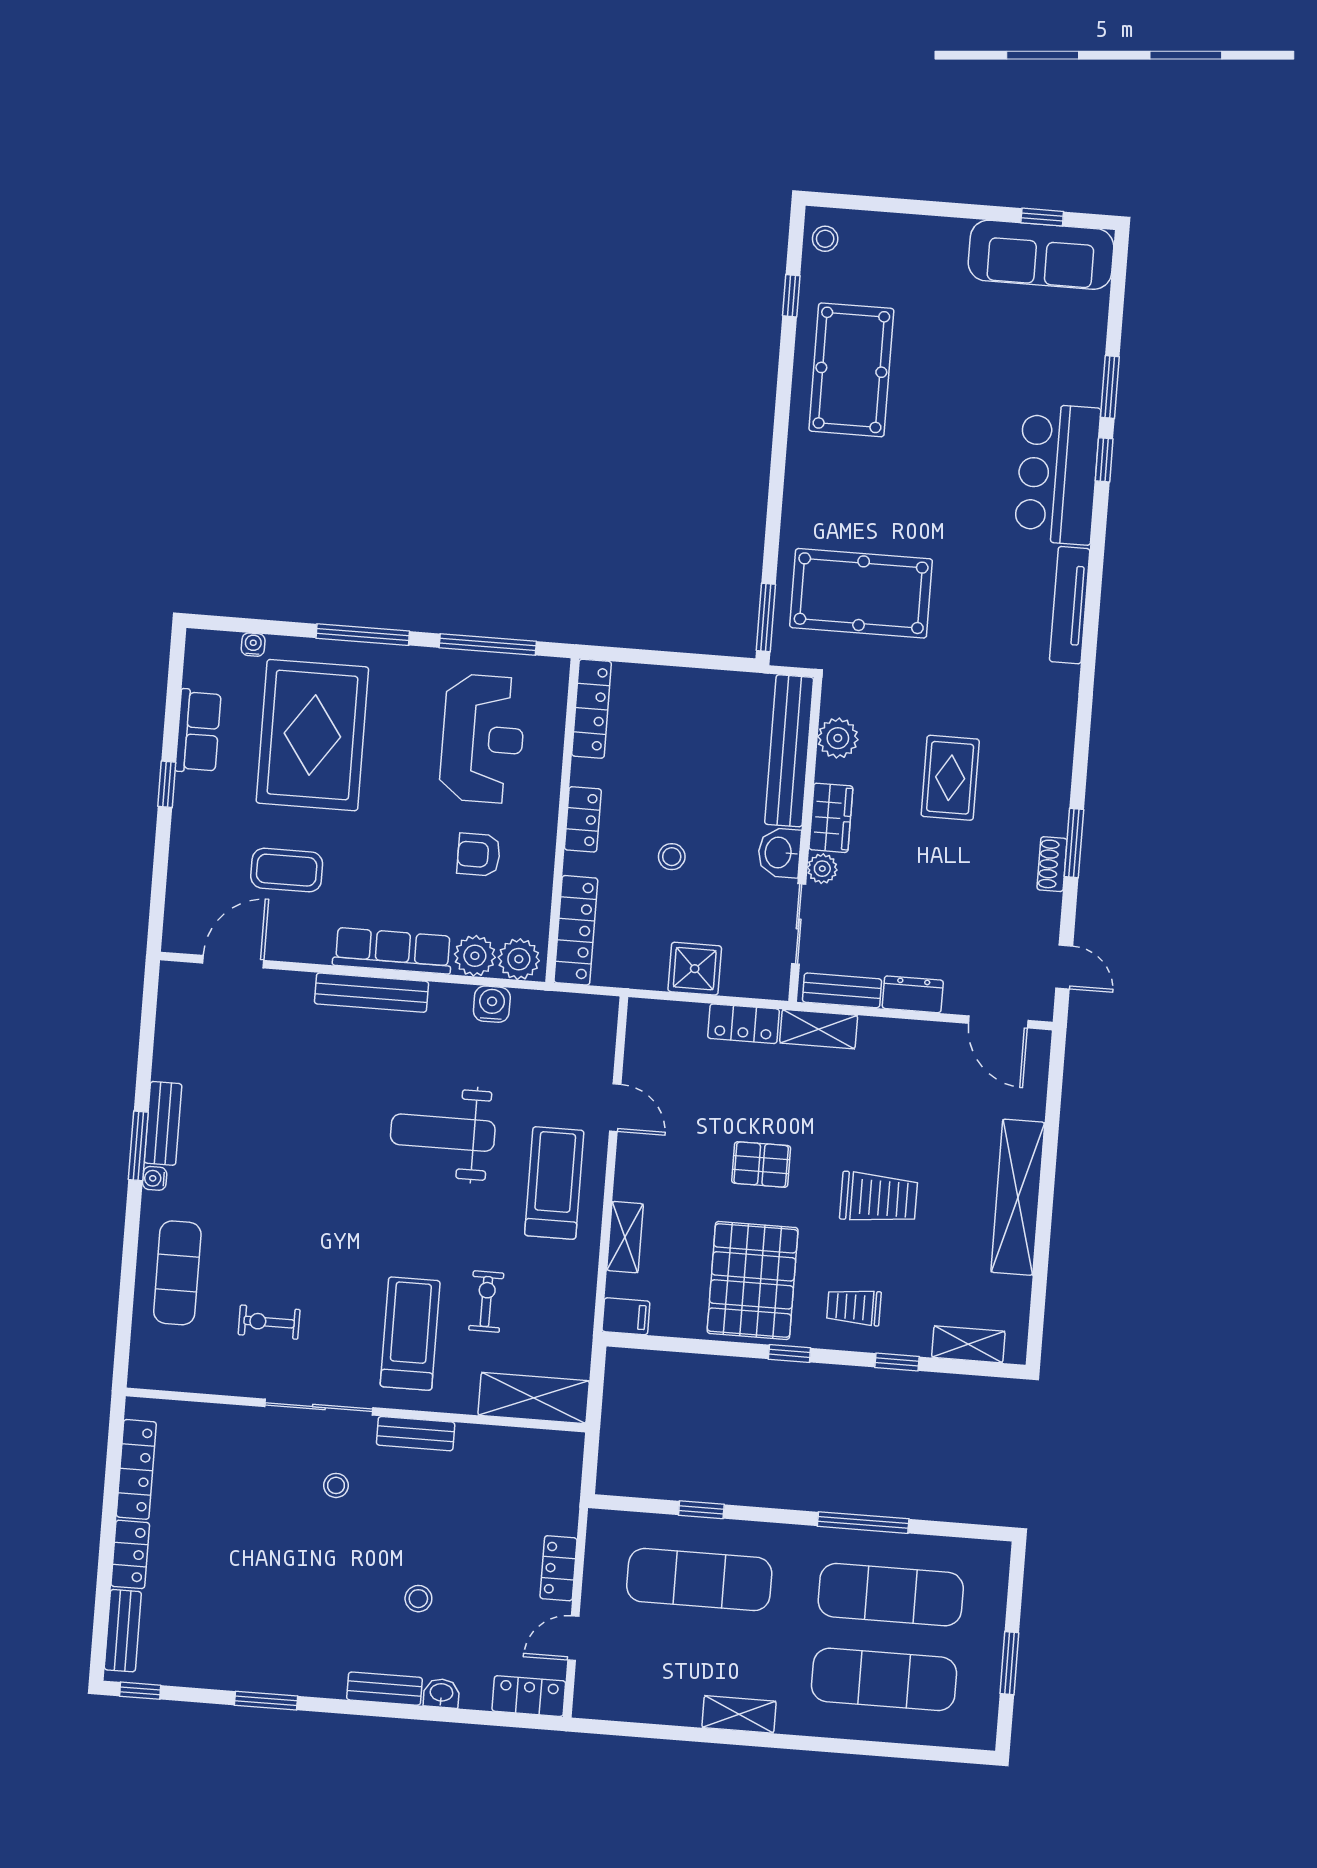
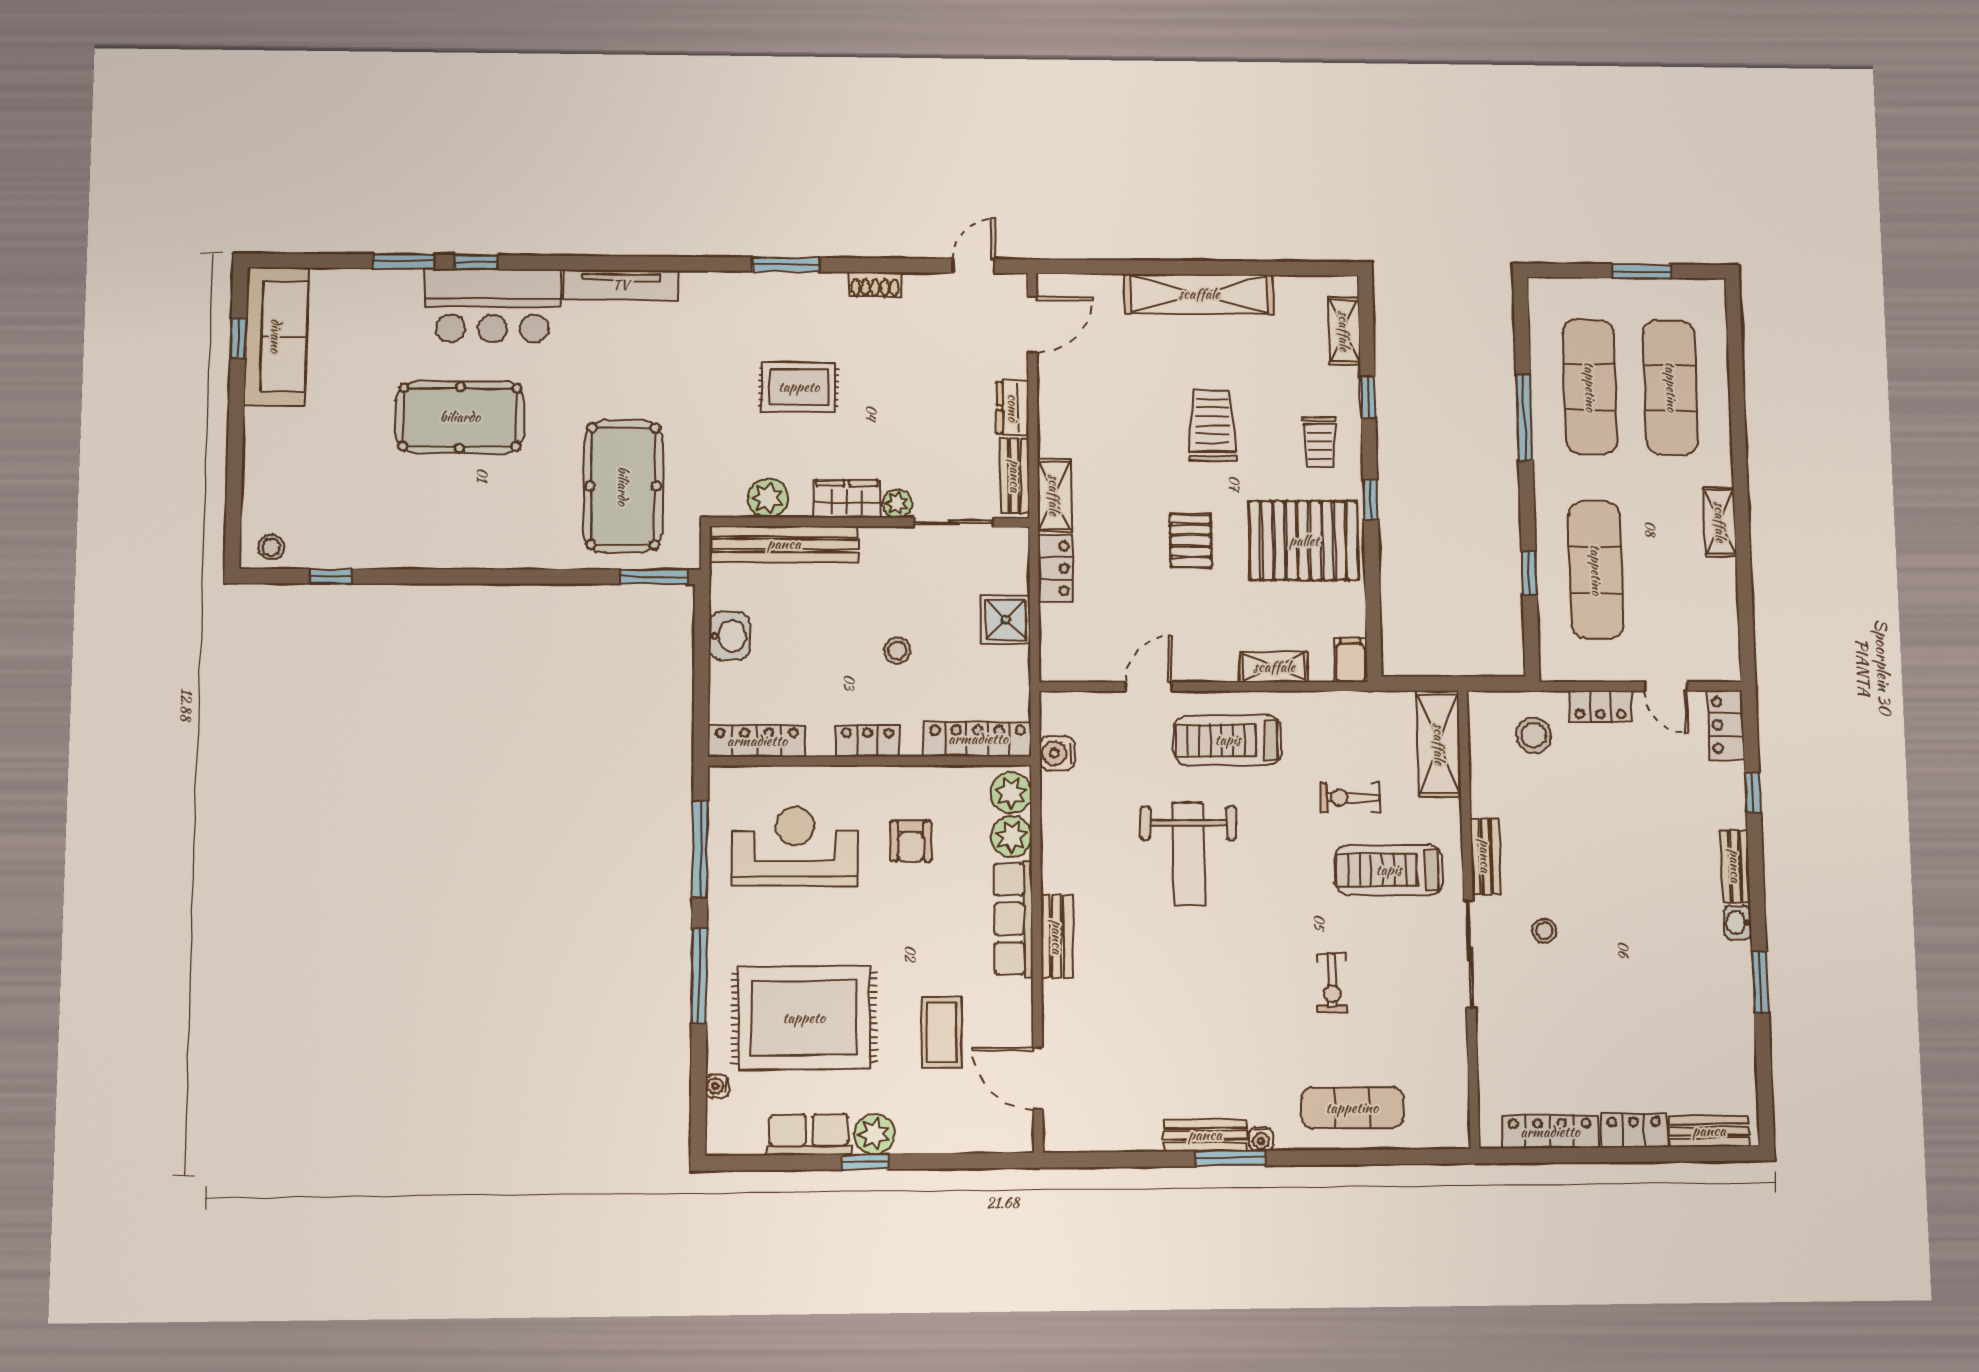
pool table: (851, 370) -> (460, 417), moved
plant: (193, 795) -> (874, 1134), added
window: (1074, 843) -> (786, 264), moved
washbasin: (779, 853) -> (729, 636), moved, turned -90
bench: (371, 993) -> (1057, 937), width x0.73
water cooler: (492, 1004) -> (1057, 753), moved
exercise bike: (269, 1322) -> (1332, 983), moved
stool: (418, 1599) -> (1534, 735), moved, width x1.37, depth x1.37
window: (140, 1691) -> (1753, 793), moved
washbasin: (441, 1693) -> (1738, 923), moved

